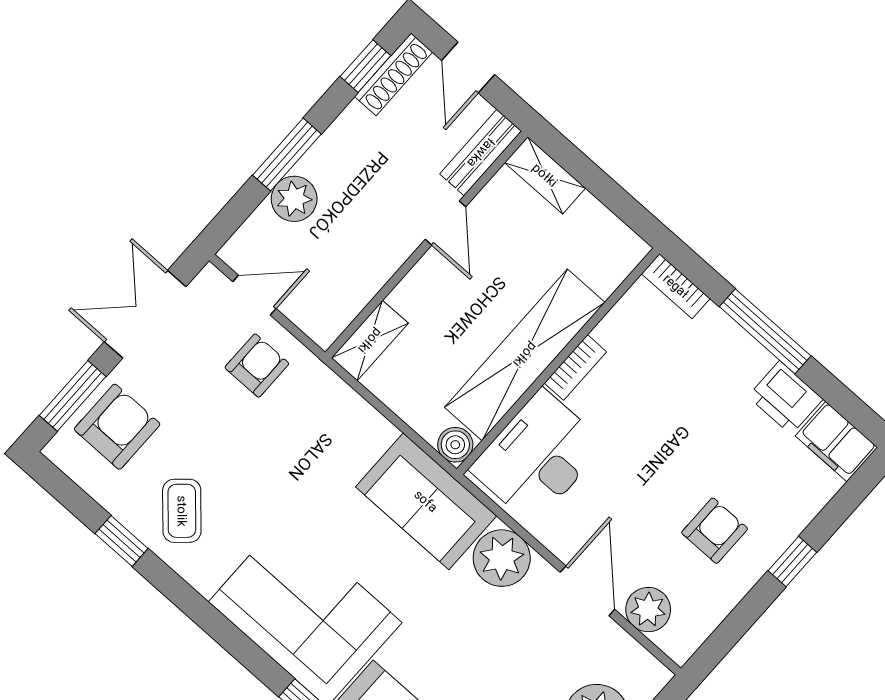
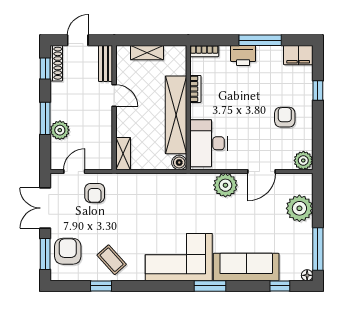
door: (468, 68) -> (78, 40), swing flipped
shelving: (545, 175) -> (147, 53), moved
window: (765, 331) -> (260, 40), moved
armchair: (257, 366) -> (95, 193), turned 180
bookcase: (575, 367) -> (195, 89), moved
printer: (785, 398) -> (243, 55), moved
sofa: (426, 501) -> (186, 188), removed
window: (792, 561) -> (318, 90), moved
door: (587, 591) -> (262, 172), swing flipped
plant: (648, 610) -> (303, 160), moved

